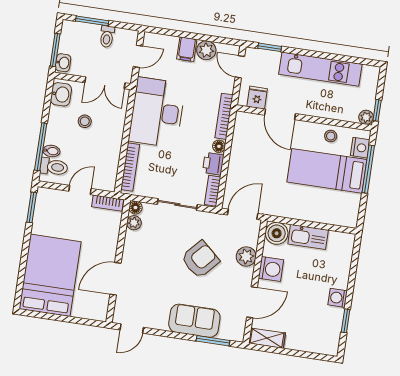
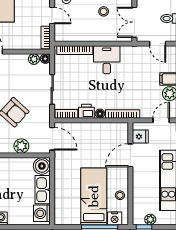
desk: (157, 112) -> (107, 60), width x0.53, depth x0.77
plant: (366, 117) -> (150, 219), moved
washing machine: (271, 269) -> (42, 213), moved, turned 90

